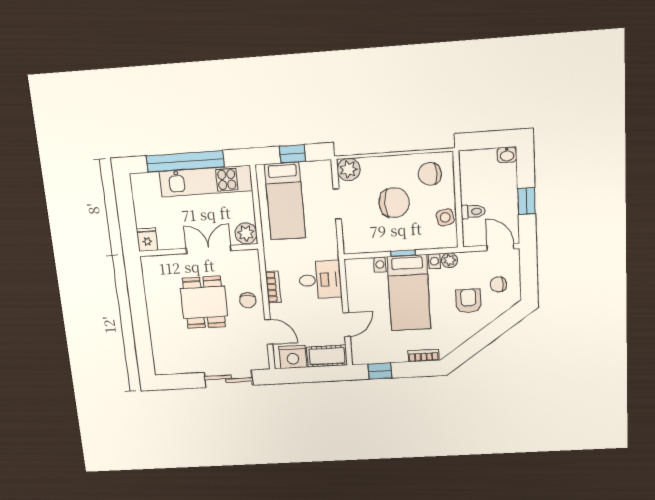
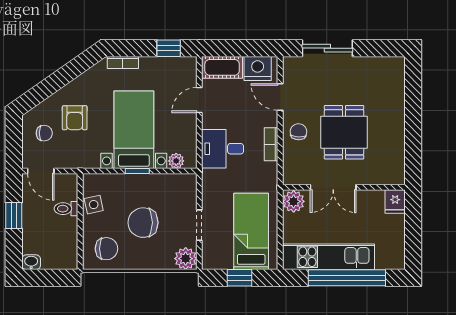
plant: (449, 260) -> (176, 161), moved

